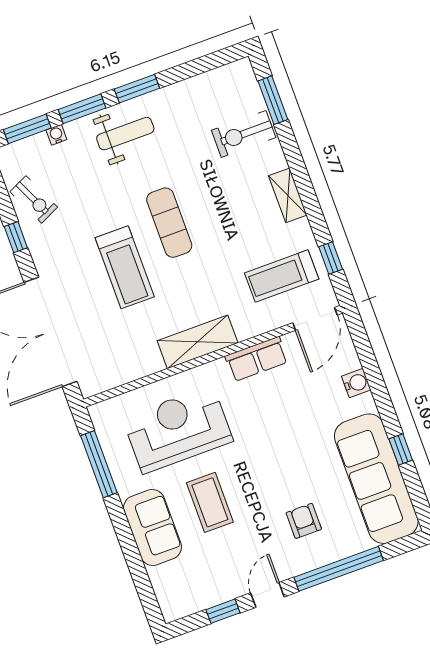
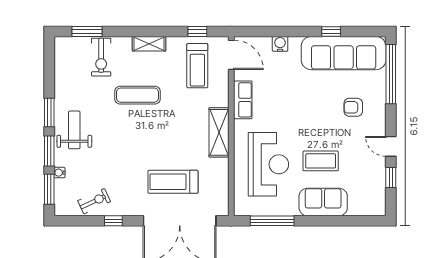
exercise mat: (169, 223) -> (138, 95), moved
treadmill: (125, 267) -> (173, 182), moved, turned 180
reception desk: (178, 429) -> (268, 164), turned 180
window: (339, 569) -> (391, 74), moved

